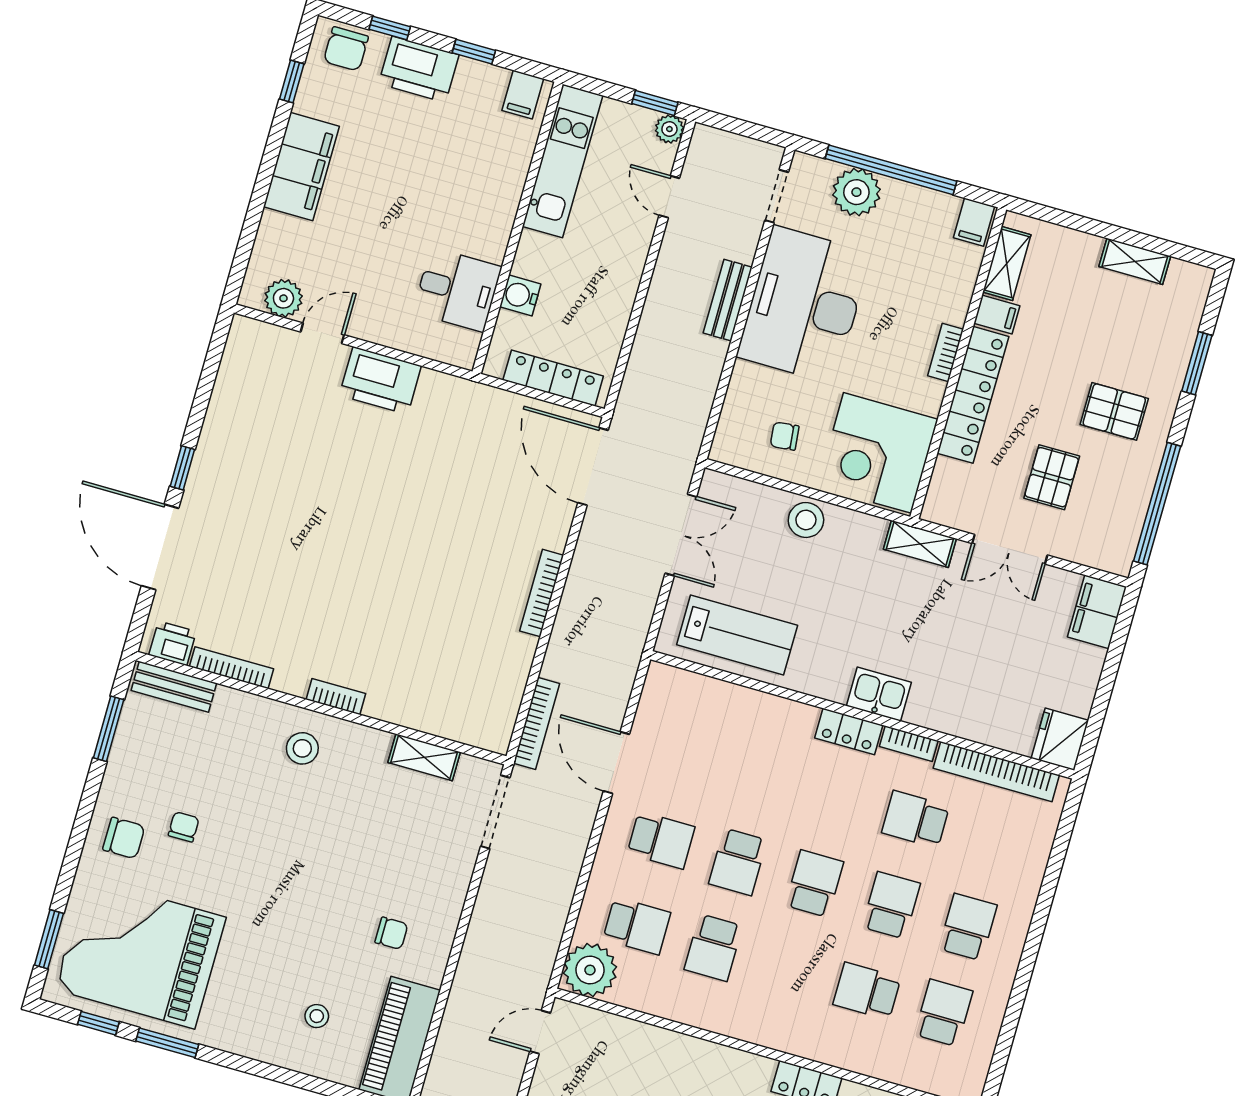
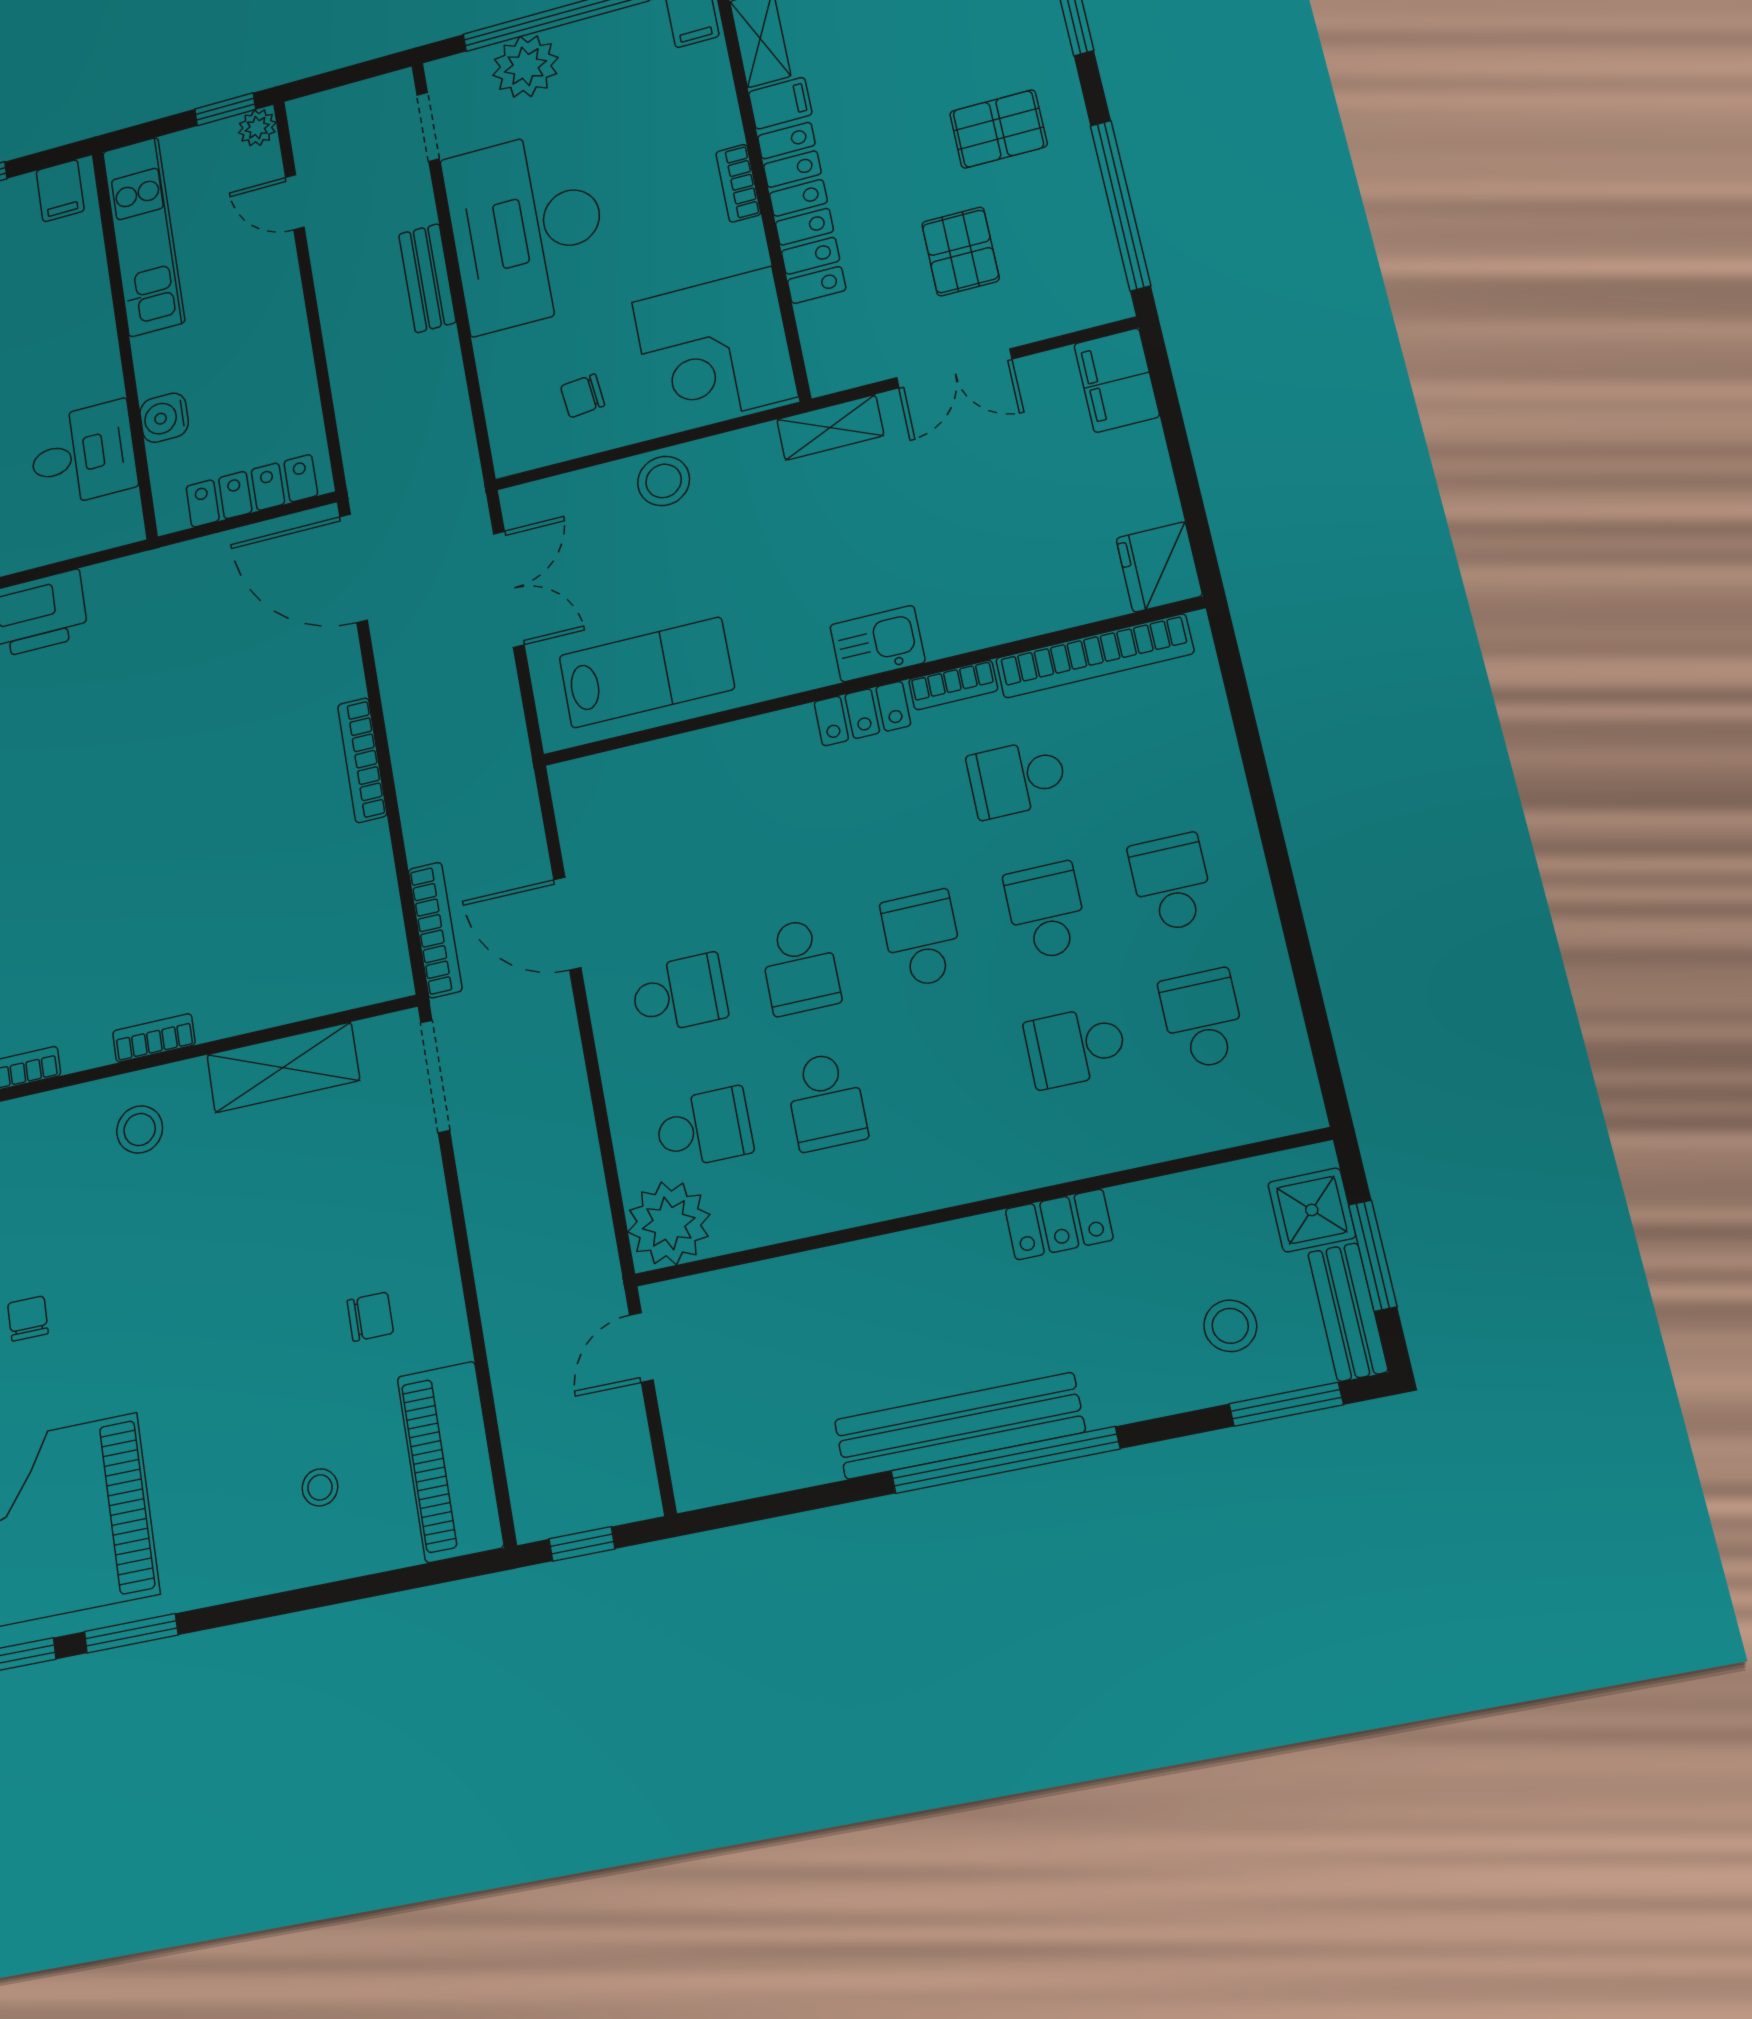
shelving: (424, 757) -> (283, 1068), width x1.50, depth x1.33

